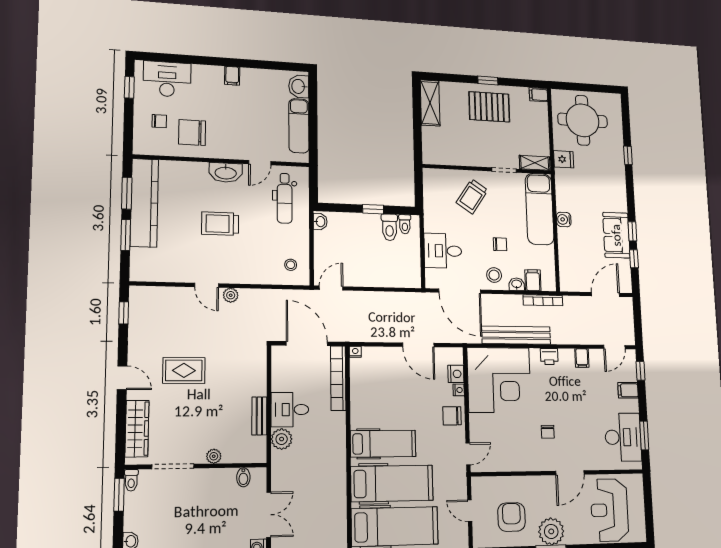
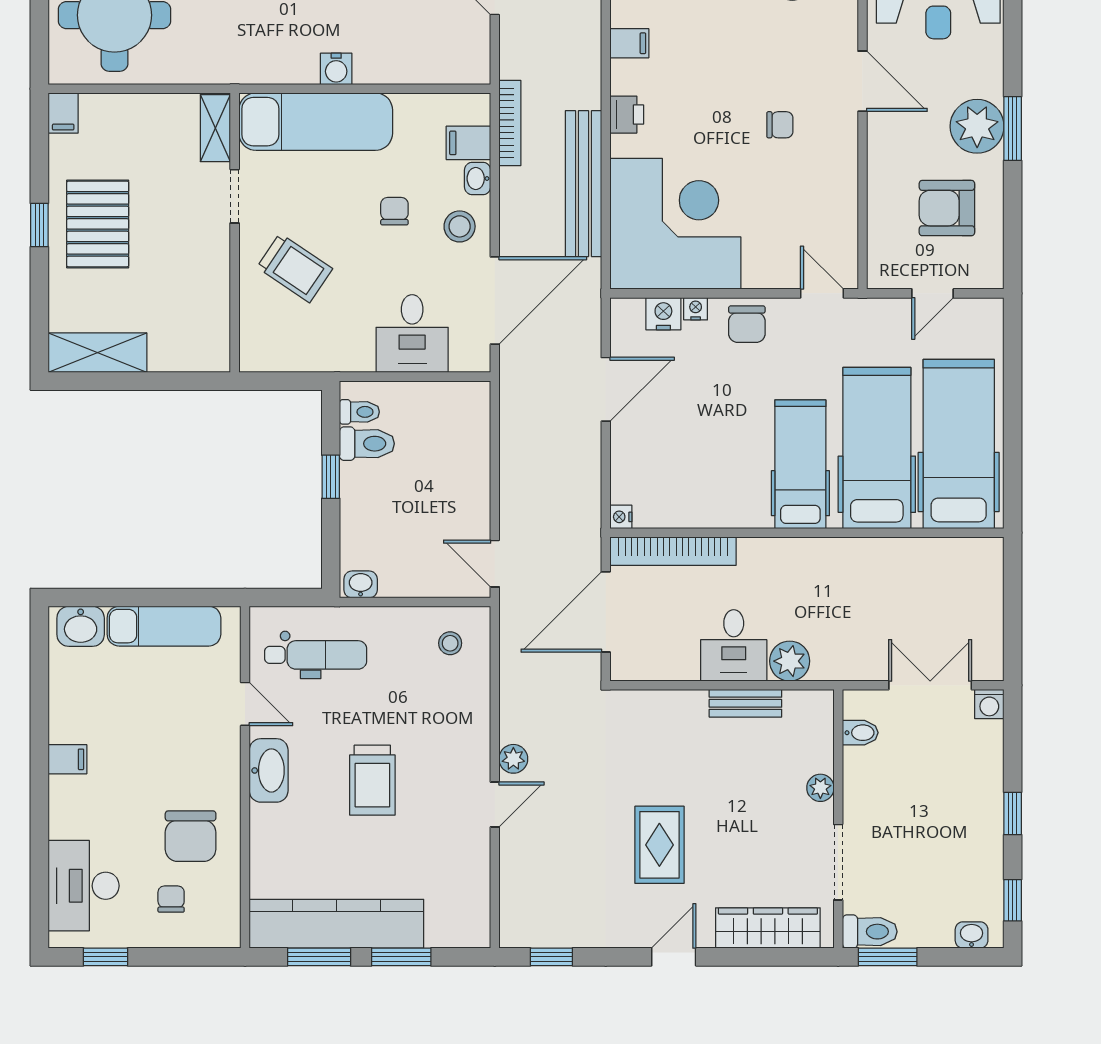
fridge: (564, 159) -> (204, 63), removed
toilet: (131, 480) -> (870, 932), width x1.37, depth x1.39

